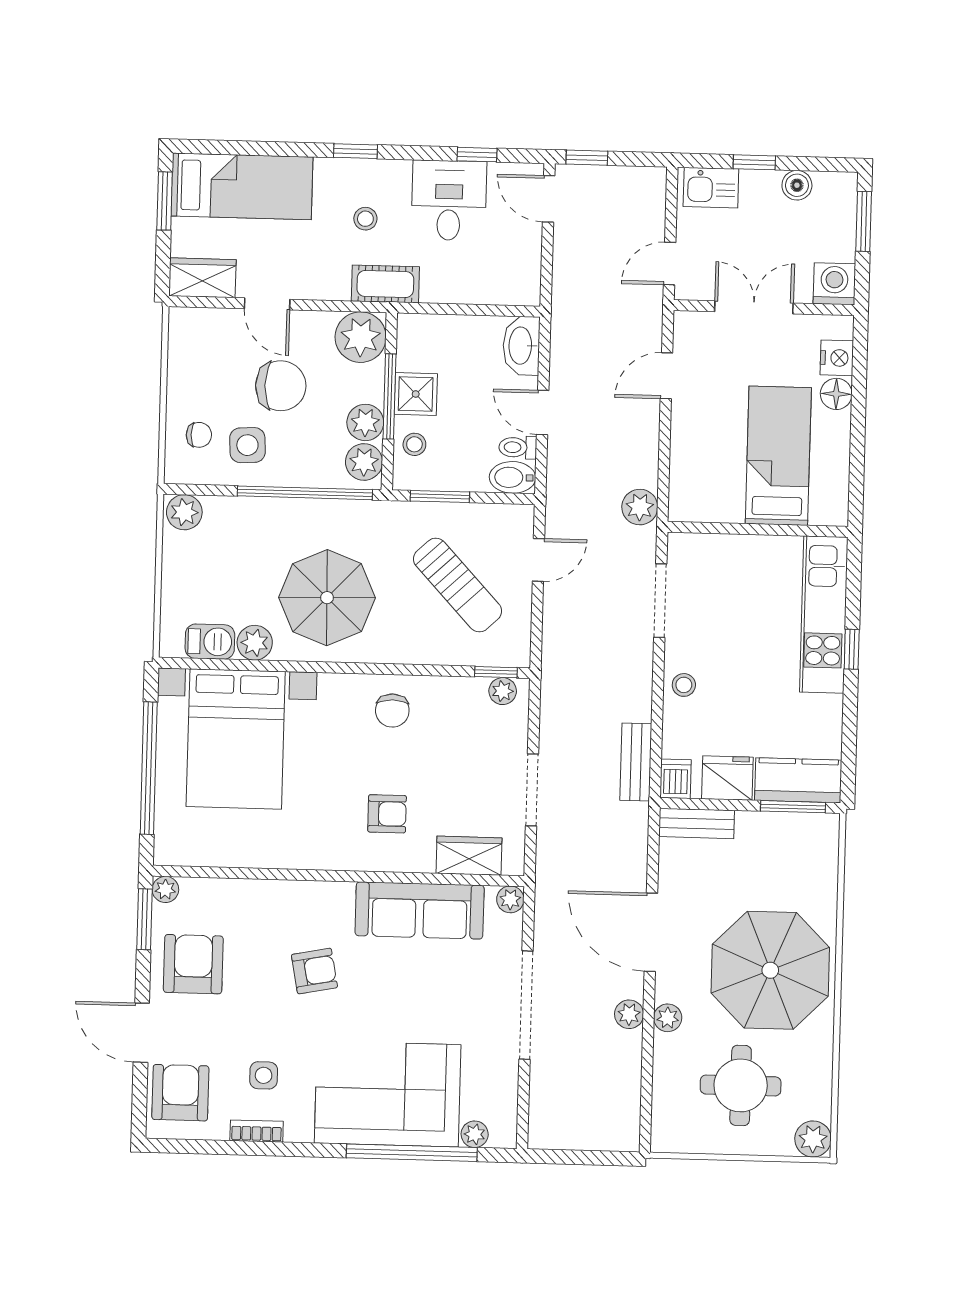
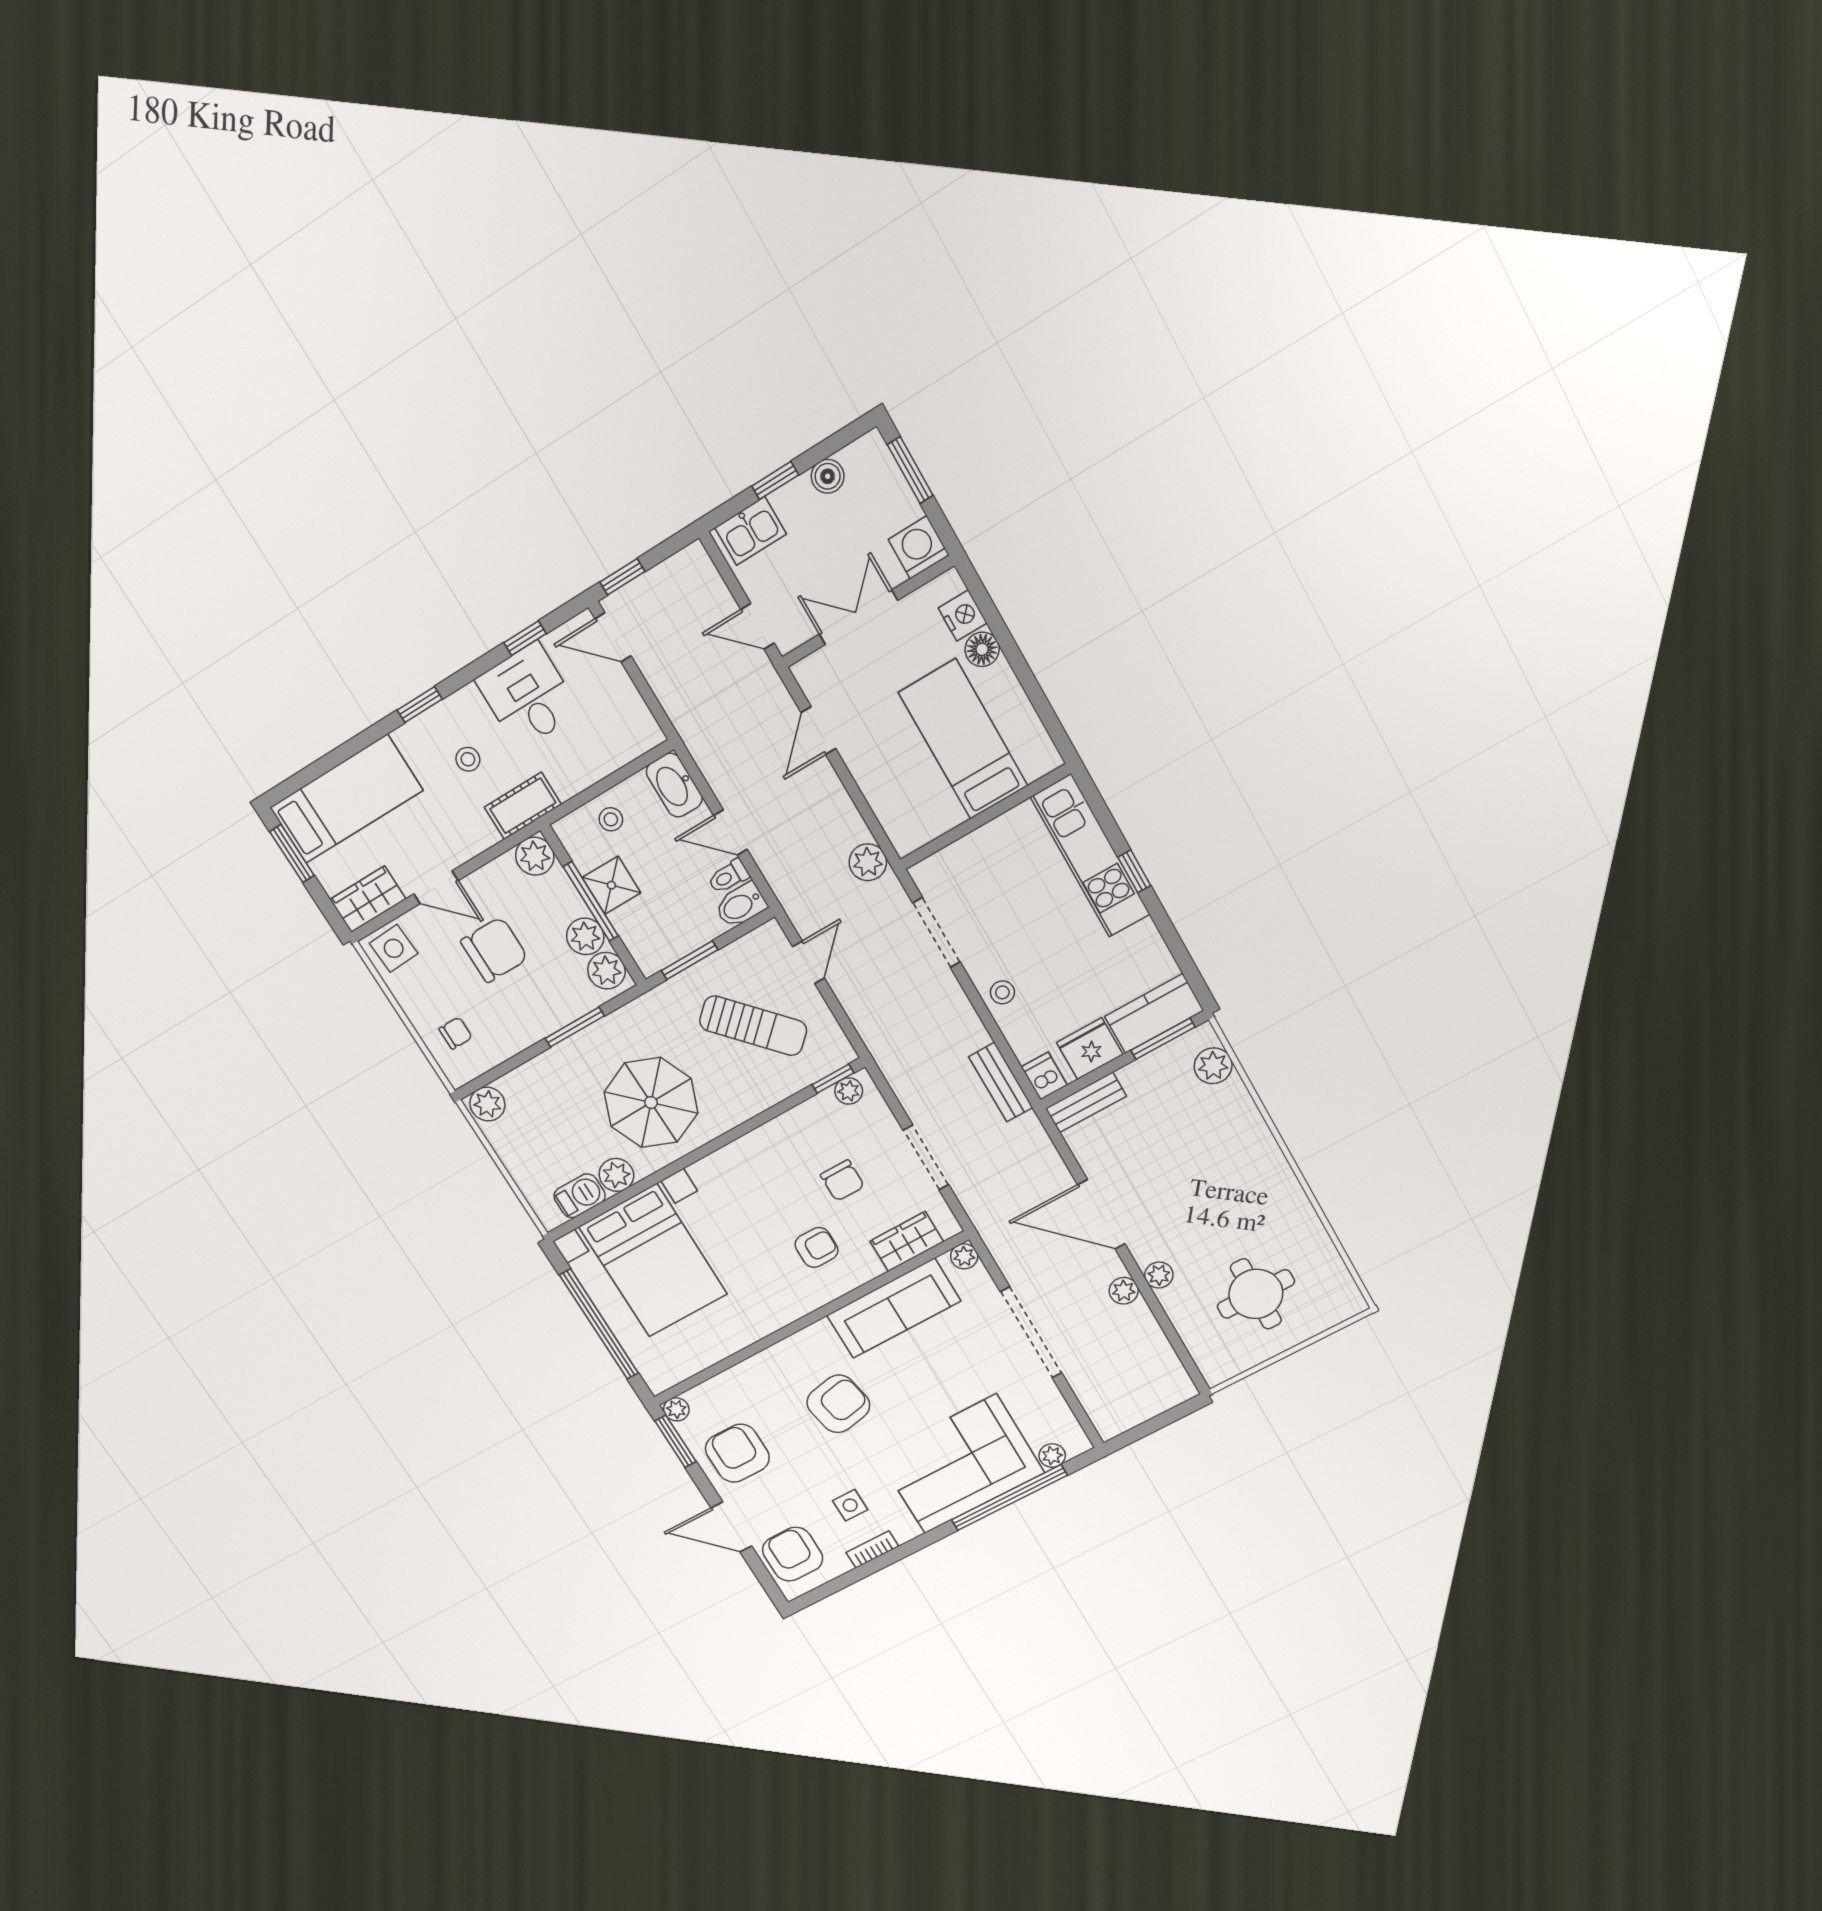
door: (670, 264) -> (757, 626), hinge flipped
plant: (361, 337) -> (535, 856), width x0.73, depth x0.73
stool: (414, 444) -> (611, 819), moved
side table: (247, 445) -> (394, 948), moved
window: (305, 493) -> (575, 1027), width x0.47
chair: (392, 711) -> (842, 1181), moved
parasol: (770, 970) -> (1225, 1186), removed
armchair: (314, 971) -> (838, 1404), width x1.38, depth x1.38
plant: (813, 1139) -> (1213, 1066), moved

